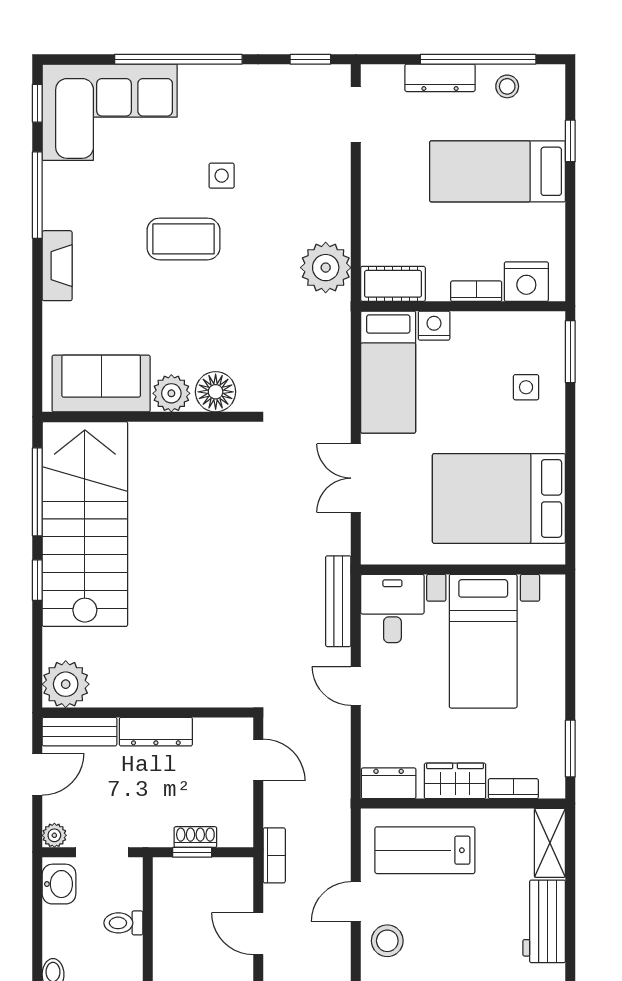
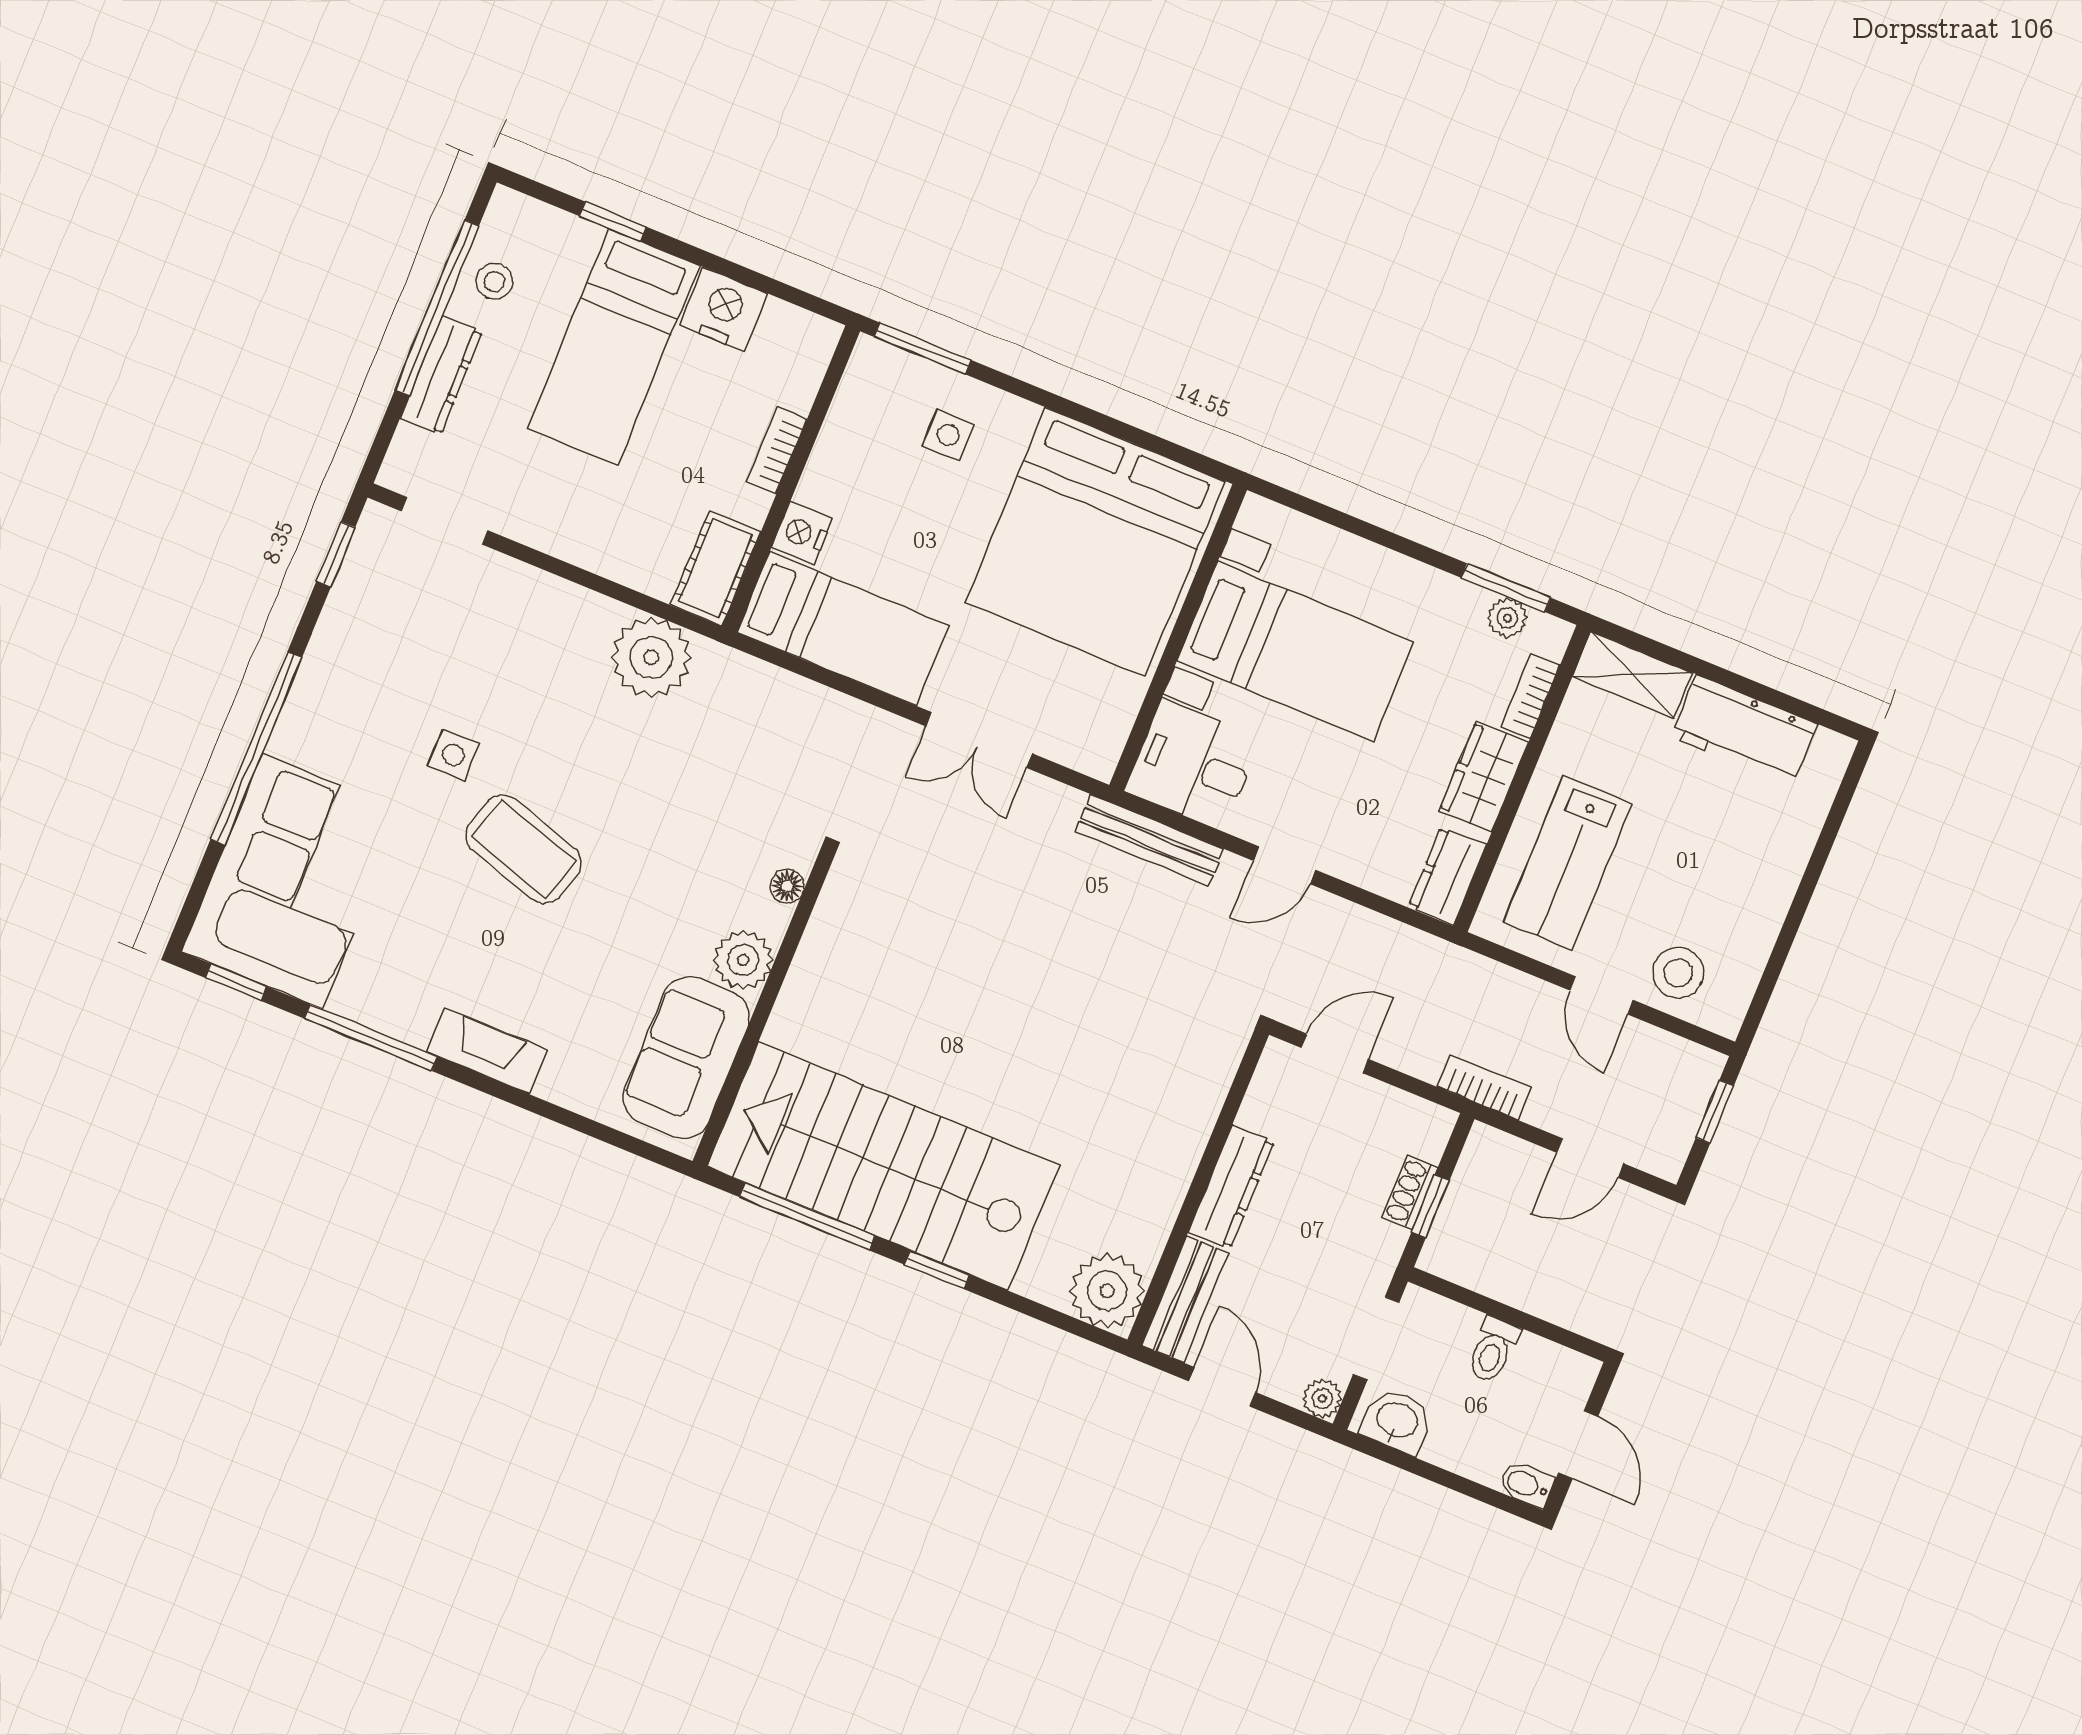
coffee table: (183, 239) -> (524, 849), turned -73
nightstand: (526, 282) -> (724, 309), moved, turned -90
floor lamp: (216, 392) -> (787, 886), width x0.53, depth x0.53
bed: (499, 498) -> (1095, 542), width x1.36
plant: (553, 757) -> (1507, 618), added

